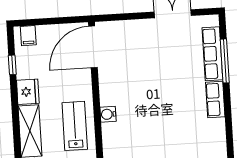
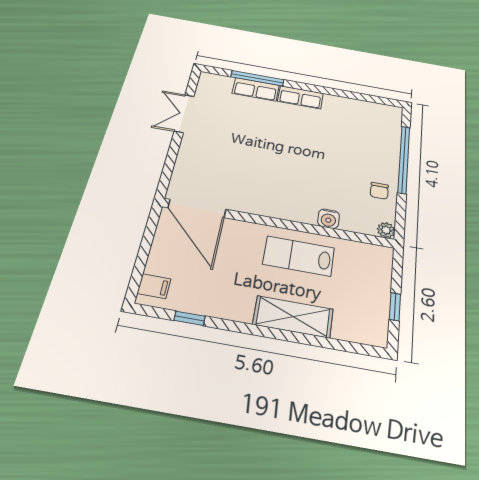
row of seats: (212, 54) -> (256, 89), width x0.68
fridge: (28, 92) -> (235, 306), removed
water cooler: (108, 114) -> (328, 219), moved

